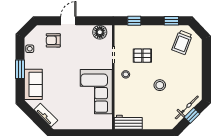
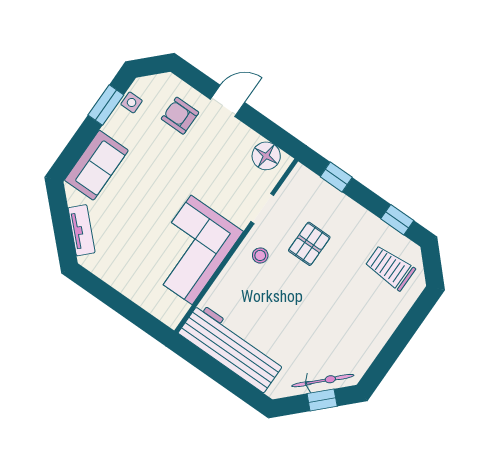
trolley: (182, 42) -> (390, 268), turned 69
pallet: (142, 56) -> (309, 244), turned 90
window: (20, 69) -> (106, 105), moved
stool: (160, 85) -> (304, 313), removed
workbench: (128, 122) -> (232, 348), width x1.88, depth x1.32

